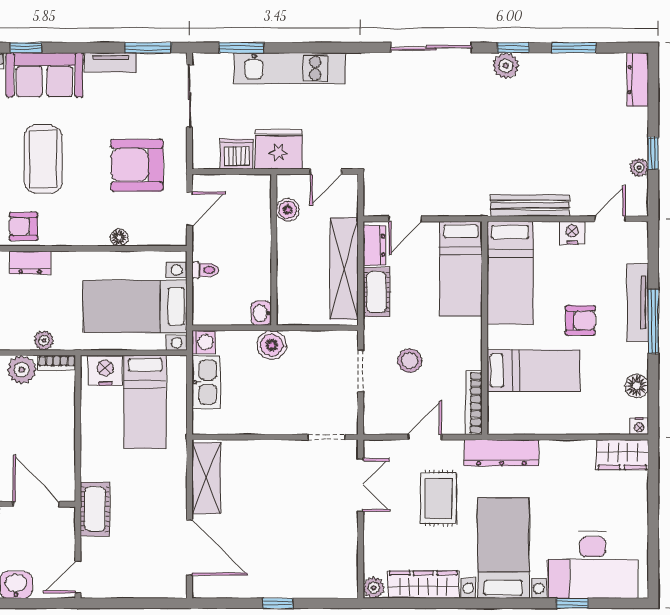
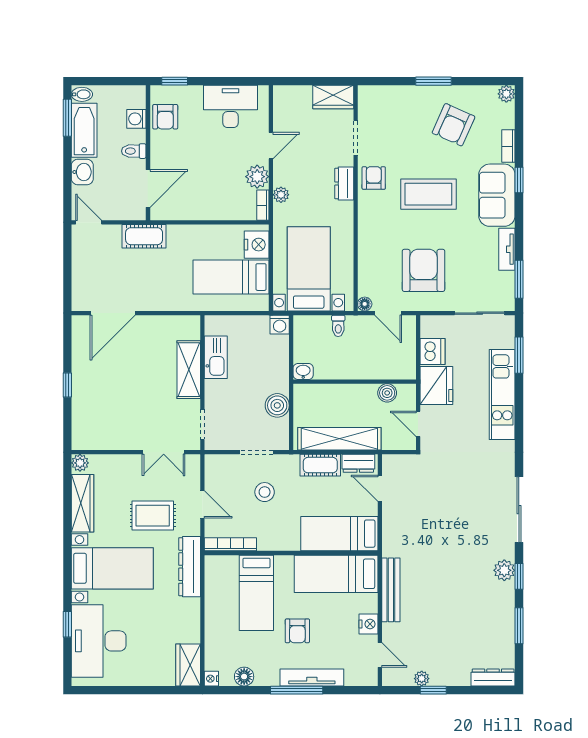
floor lamp: (119, 237) -> (365, 304), moved
boiler: (272, 345) -> (277, 405), moved
kitchen sink: (206, 382) -> (216, 357), moved, turned -90
shelving: (206, 478) -> (189, 370), moved, turned 90

